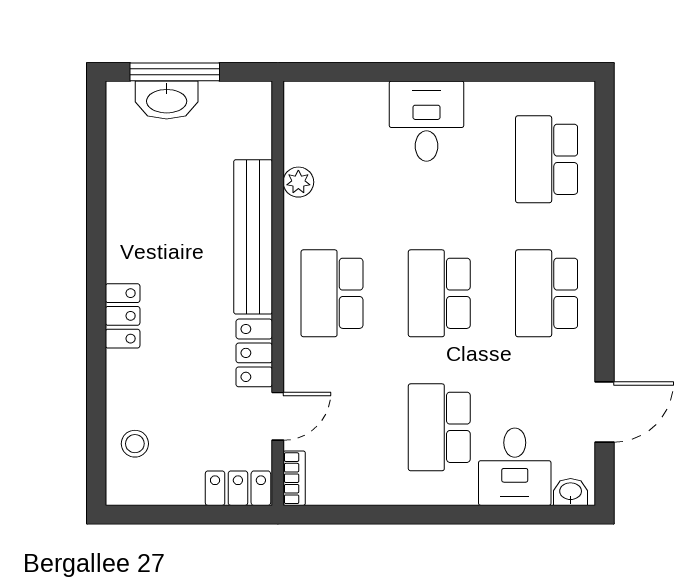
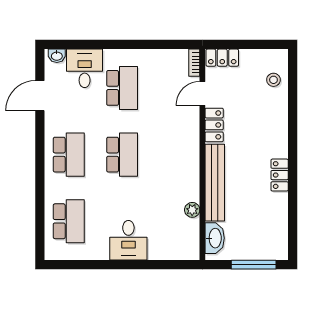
washbasin: (167, 100) -> (215, 238), moved, turned 90
school desk: (332, 293) -> (175, 155), removed
locker: (123, 316) -> (280, 175), moved

